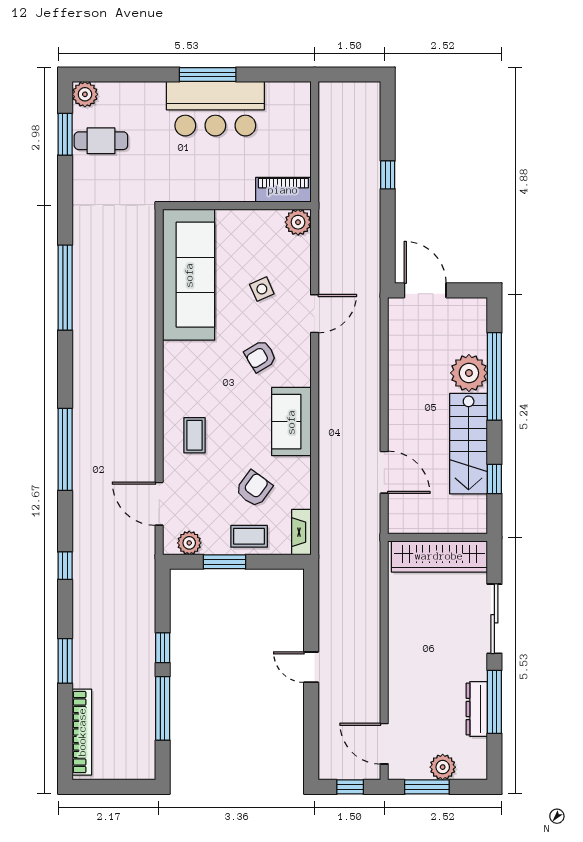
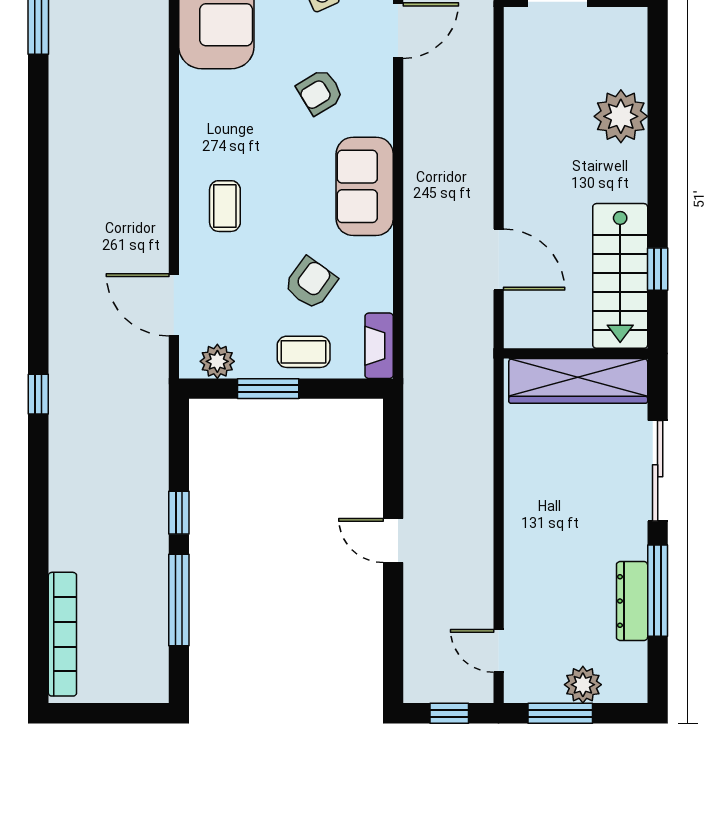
window: (494, 376) -> (658, 121), removed
stairs: (469, 444) -> (620, 276), moved
window: (65, 449) -> (38, 226), removed
window: (65, 661) -> (38, 531), removed
door: (384, 744) -> (499, 651), width x0.73

